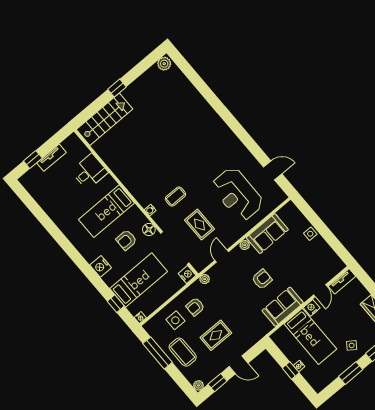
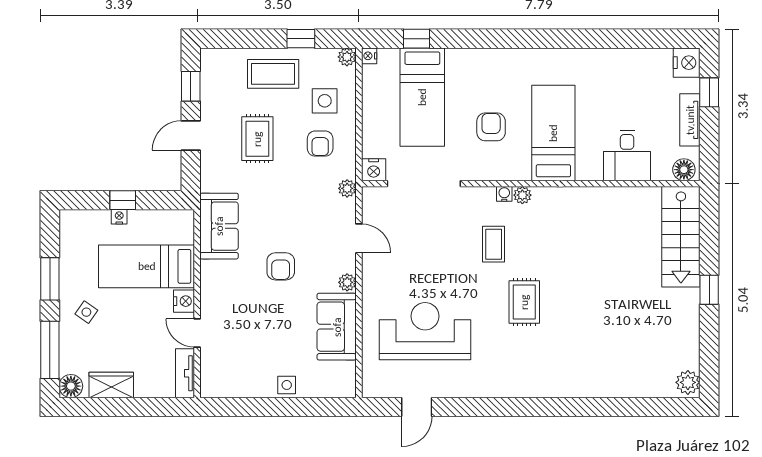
plant: (144, 202) -> (522, 195), added
rug: (199, 224) -> (524, 302), moved, turned 90
floor lamp: (149, 230) -> (684, 170), moved
nightstand: (101, 266) -> (687, 63), moved, turned 90
armchair: (195, 307) -> (320, 144), turned 180
sofa: (283, 307) -> (219, 226), moved
window: (157, 353) -> (301, 39), width x0.46
plant: (198, 385) -> (347, 57), moved

